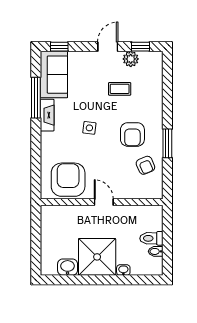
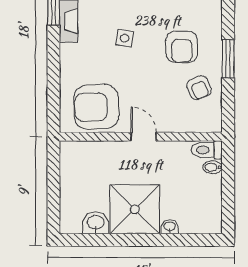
armchair: (68, 180) -> (96, 107), turned -92
toilet: (151, 238) -> (207, 150), moved
bidet: (156, 251) -> (213, 167), moved

